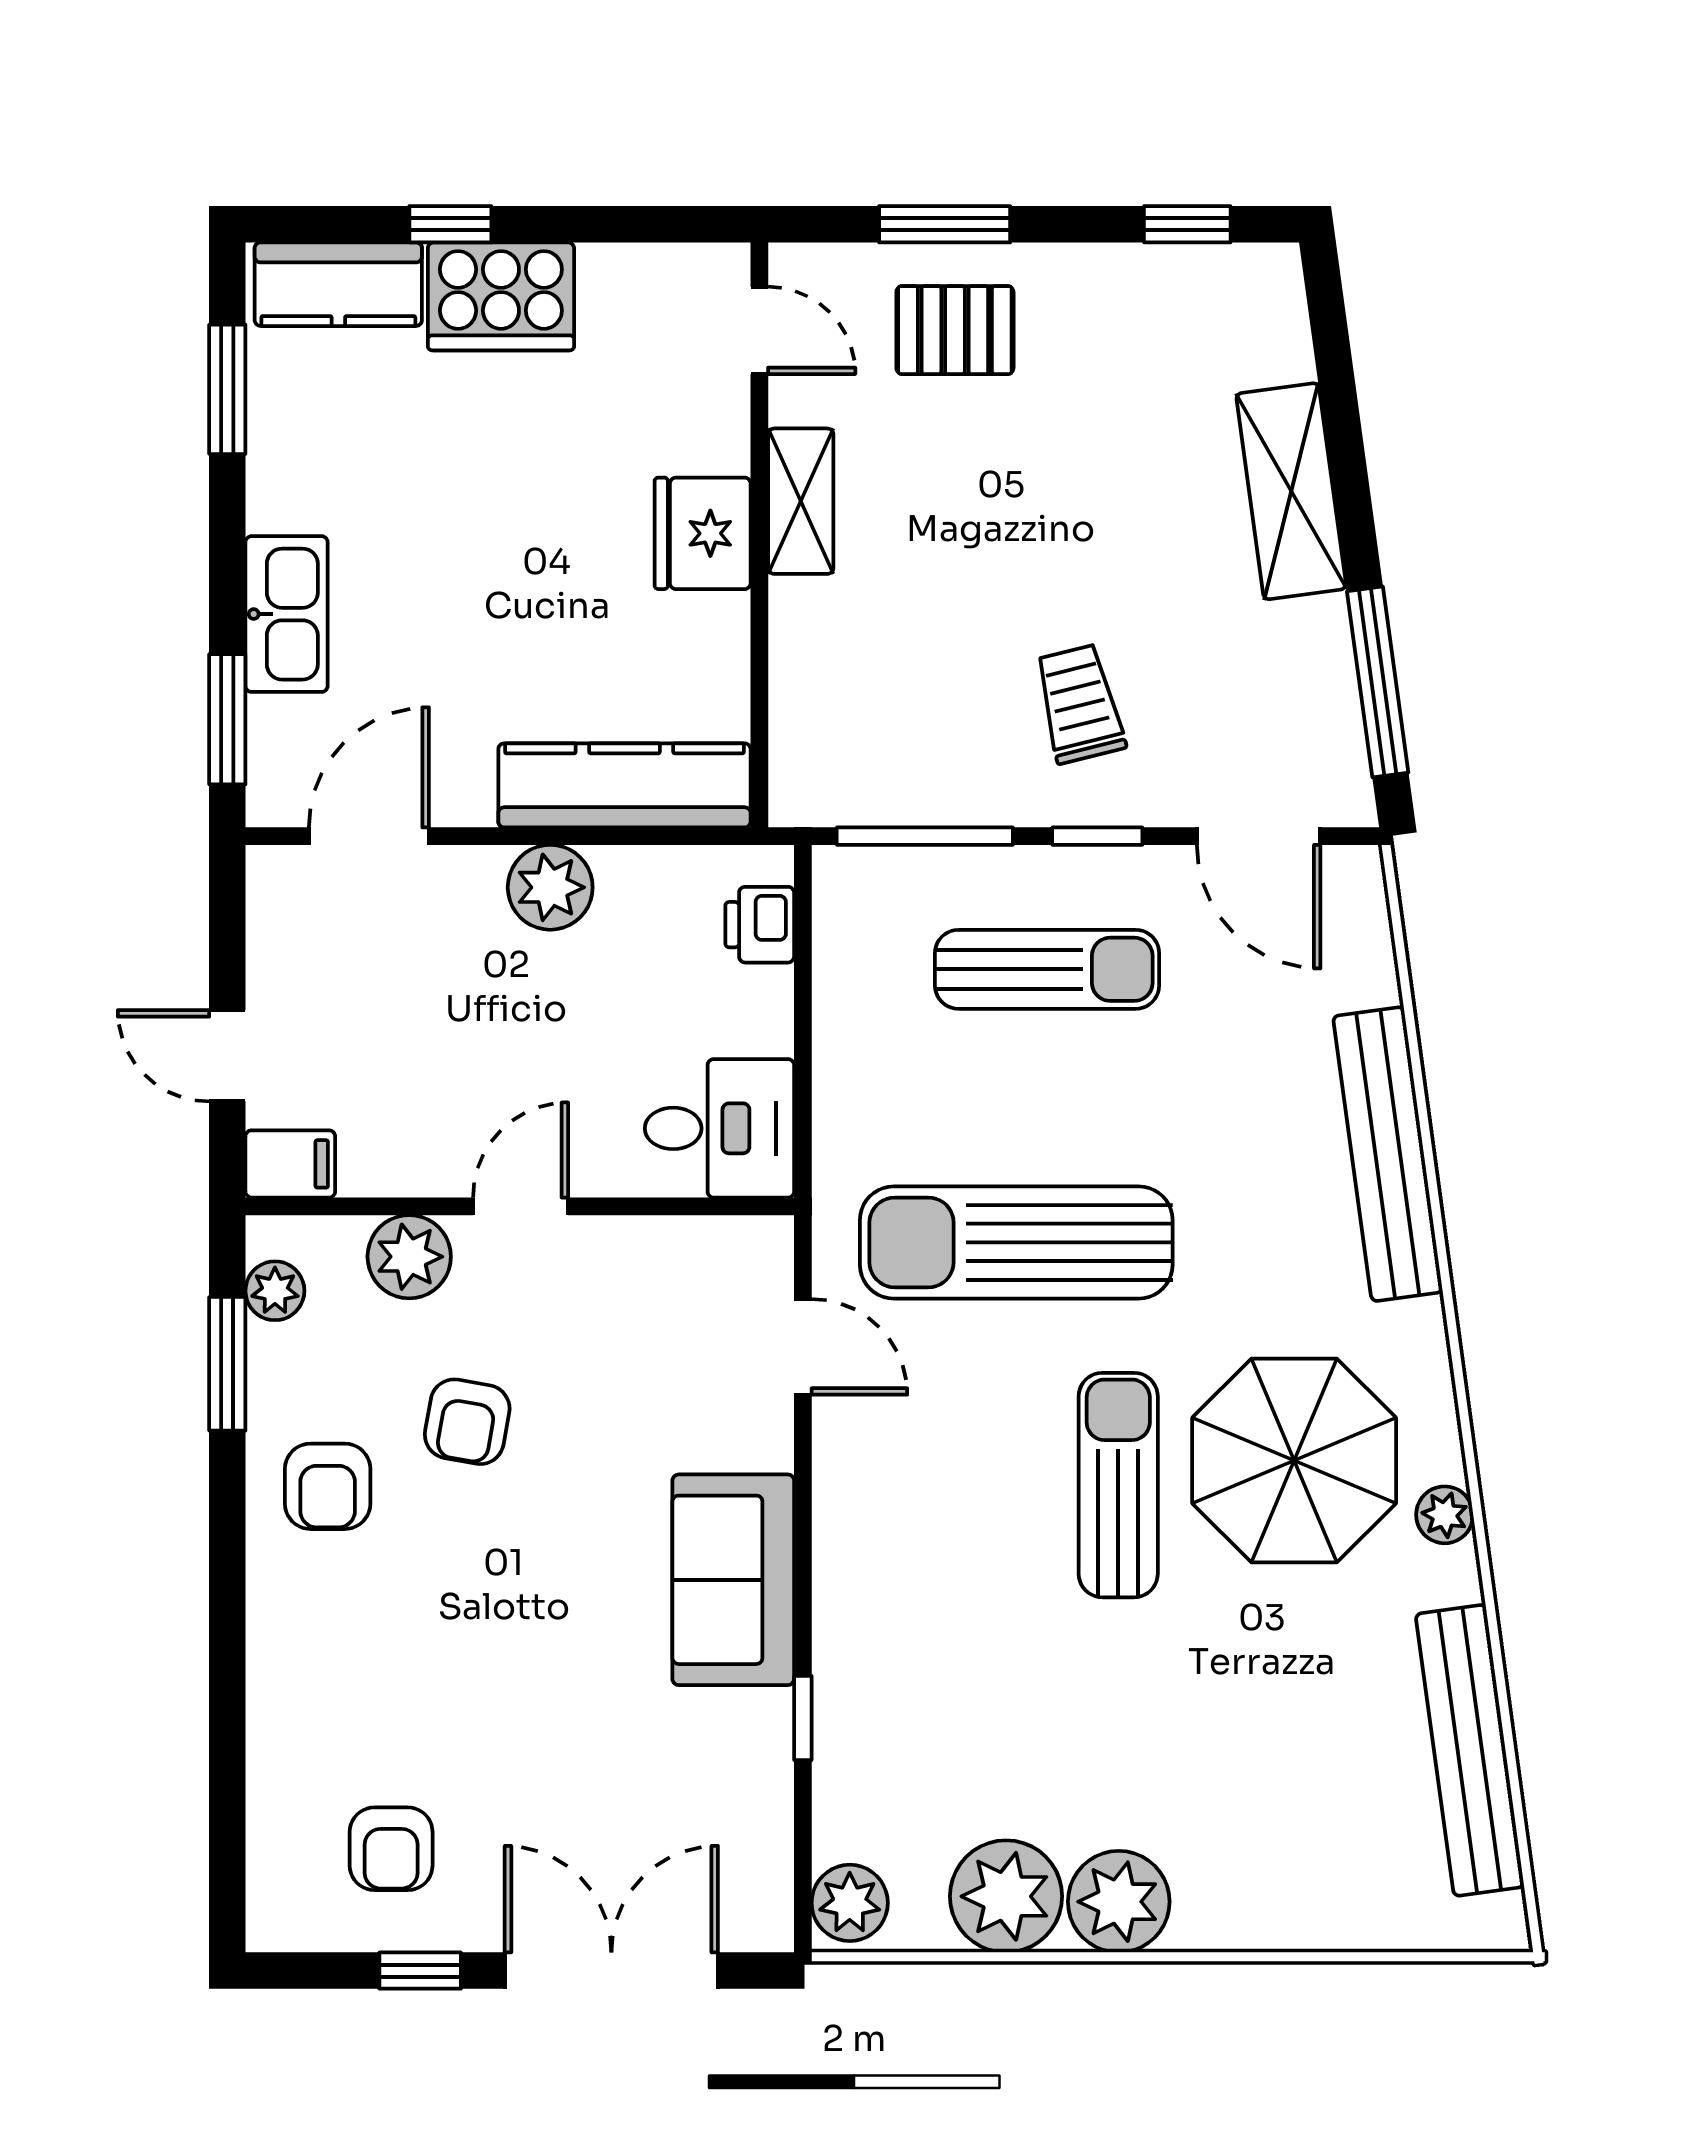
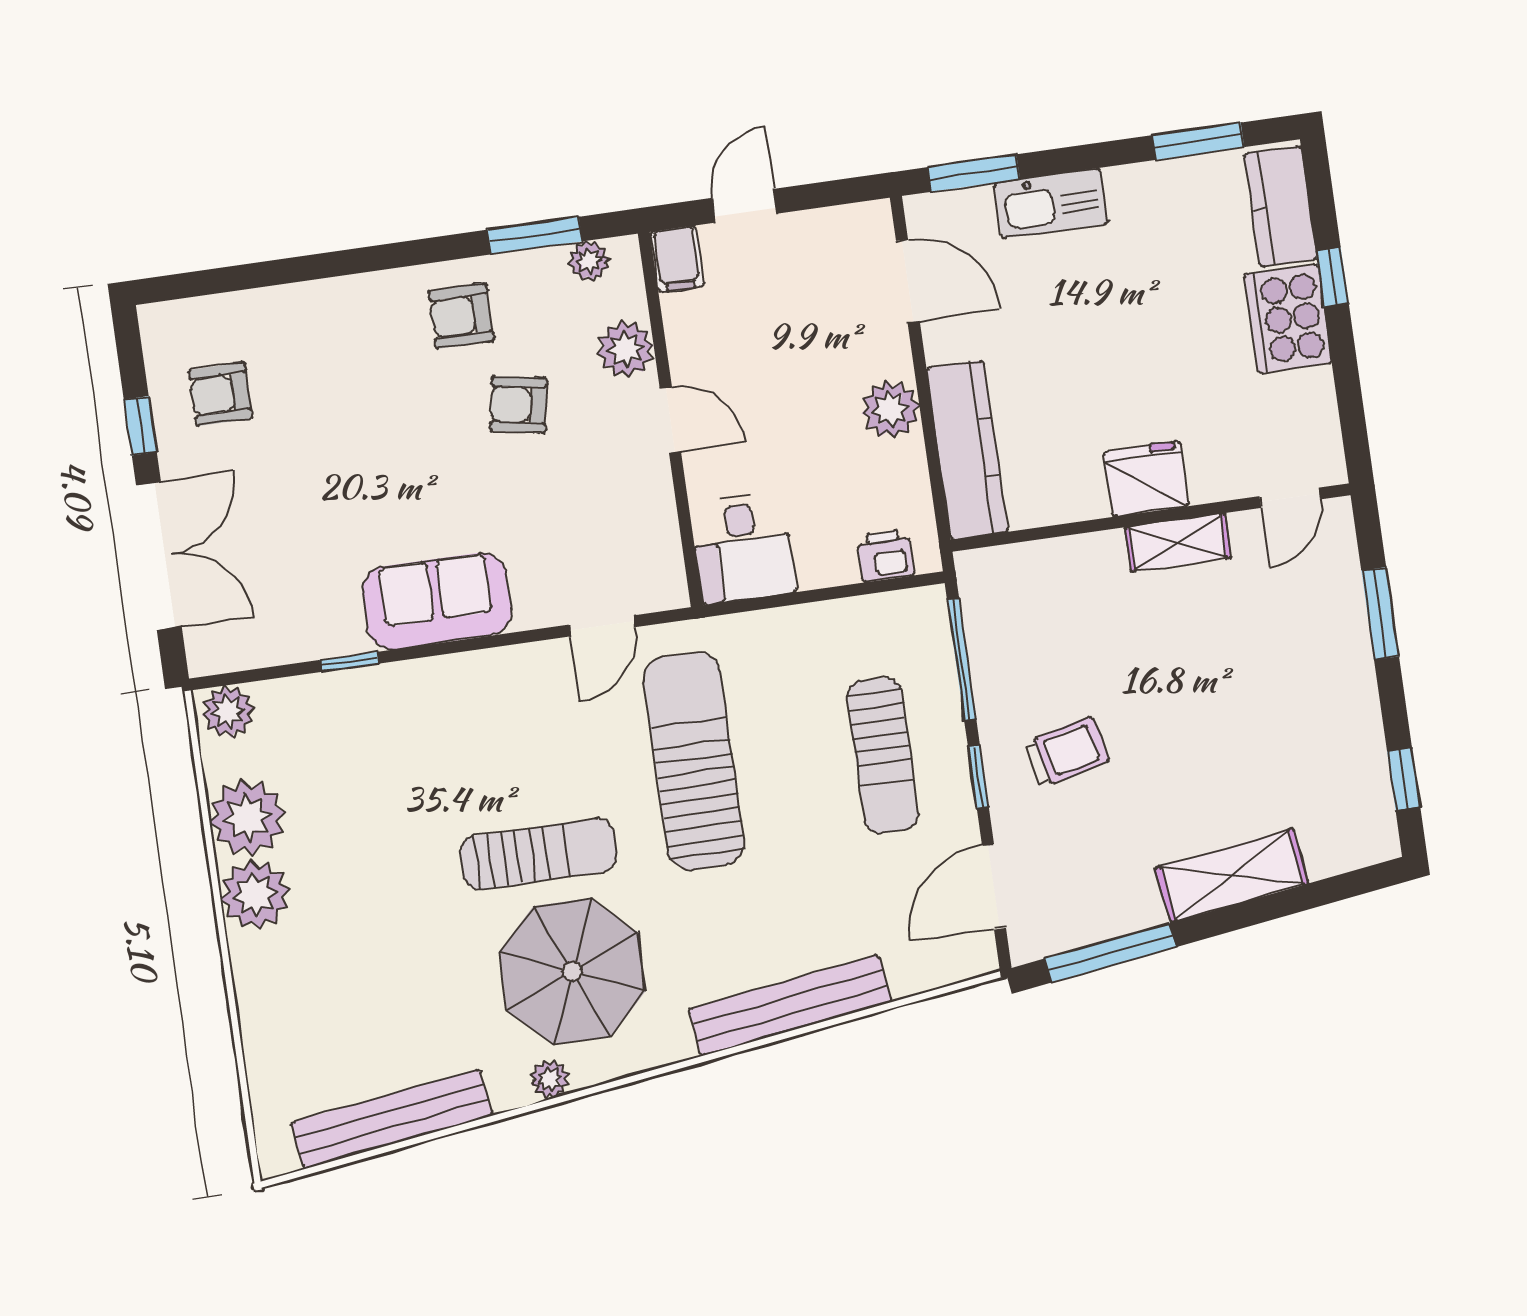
pallet: (955, 330) -> (1309, 631), removed

